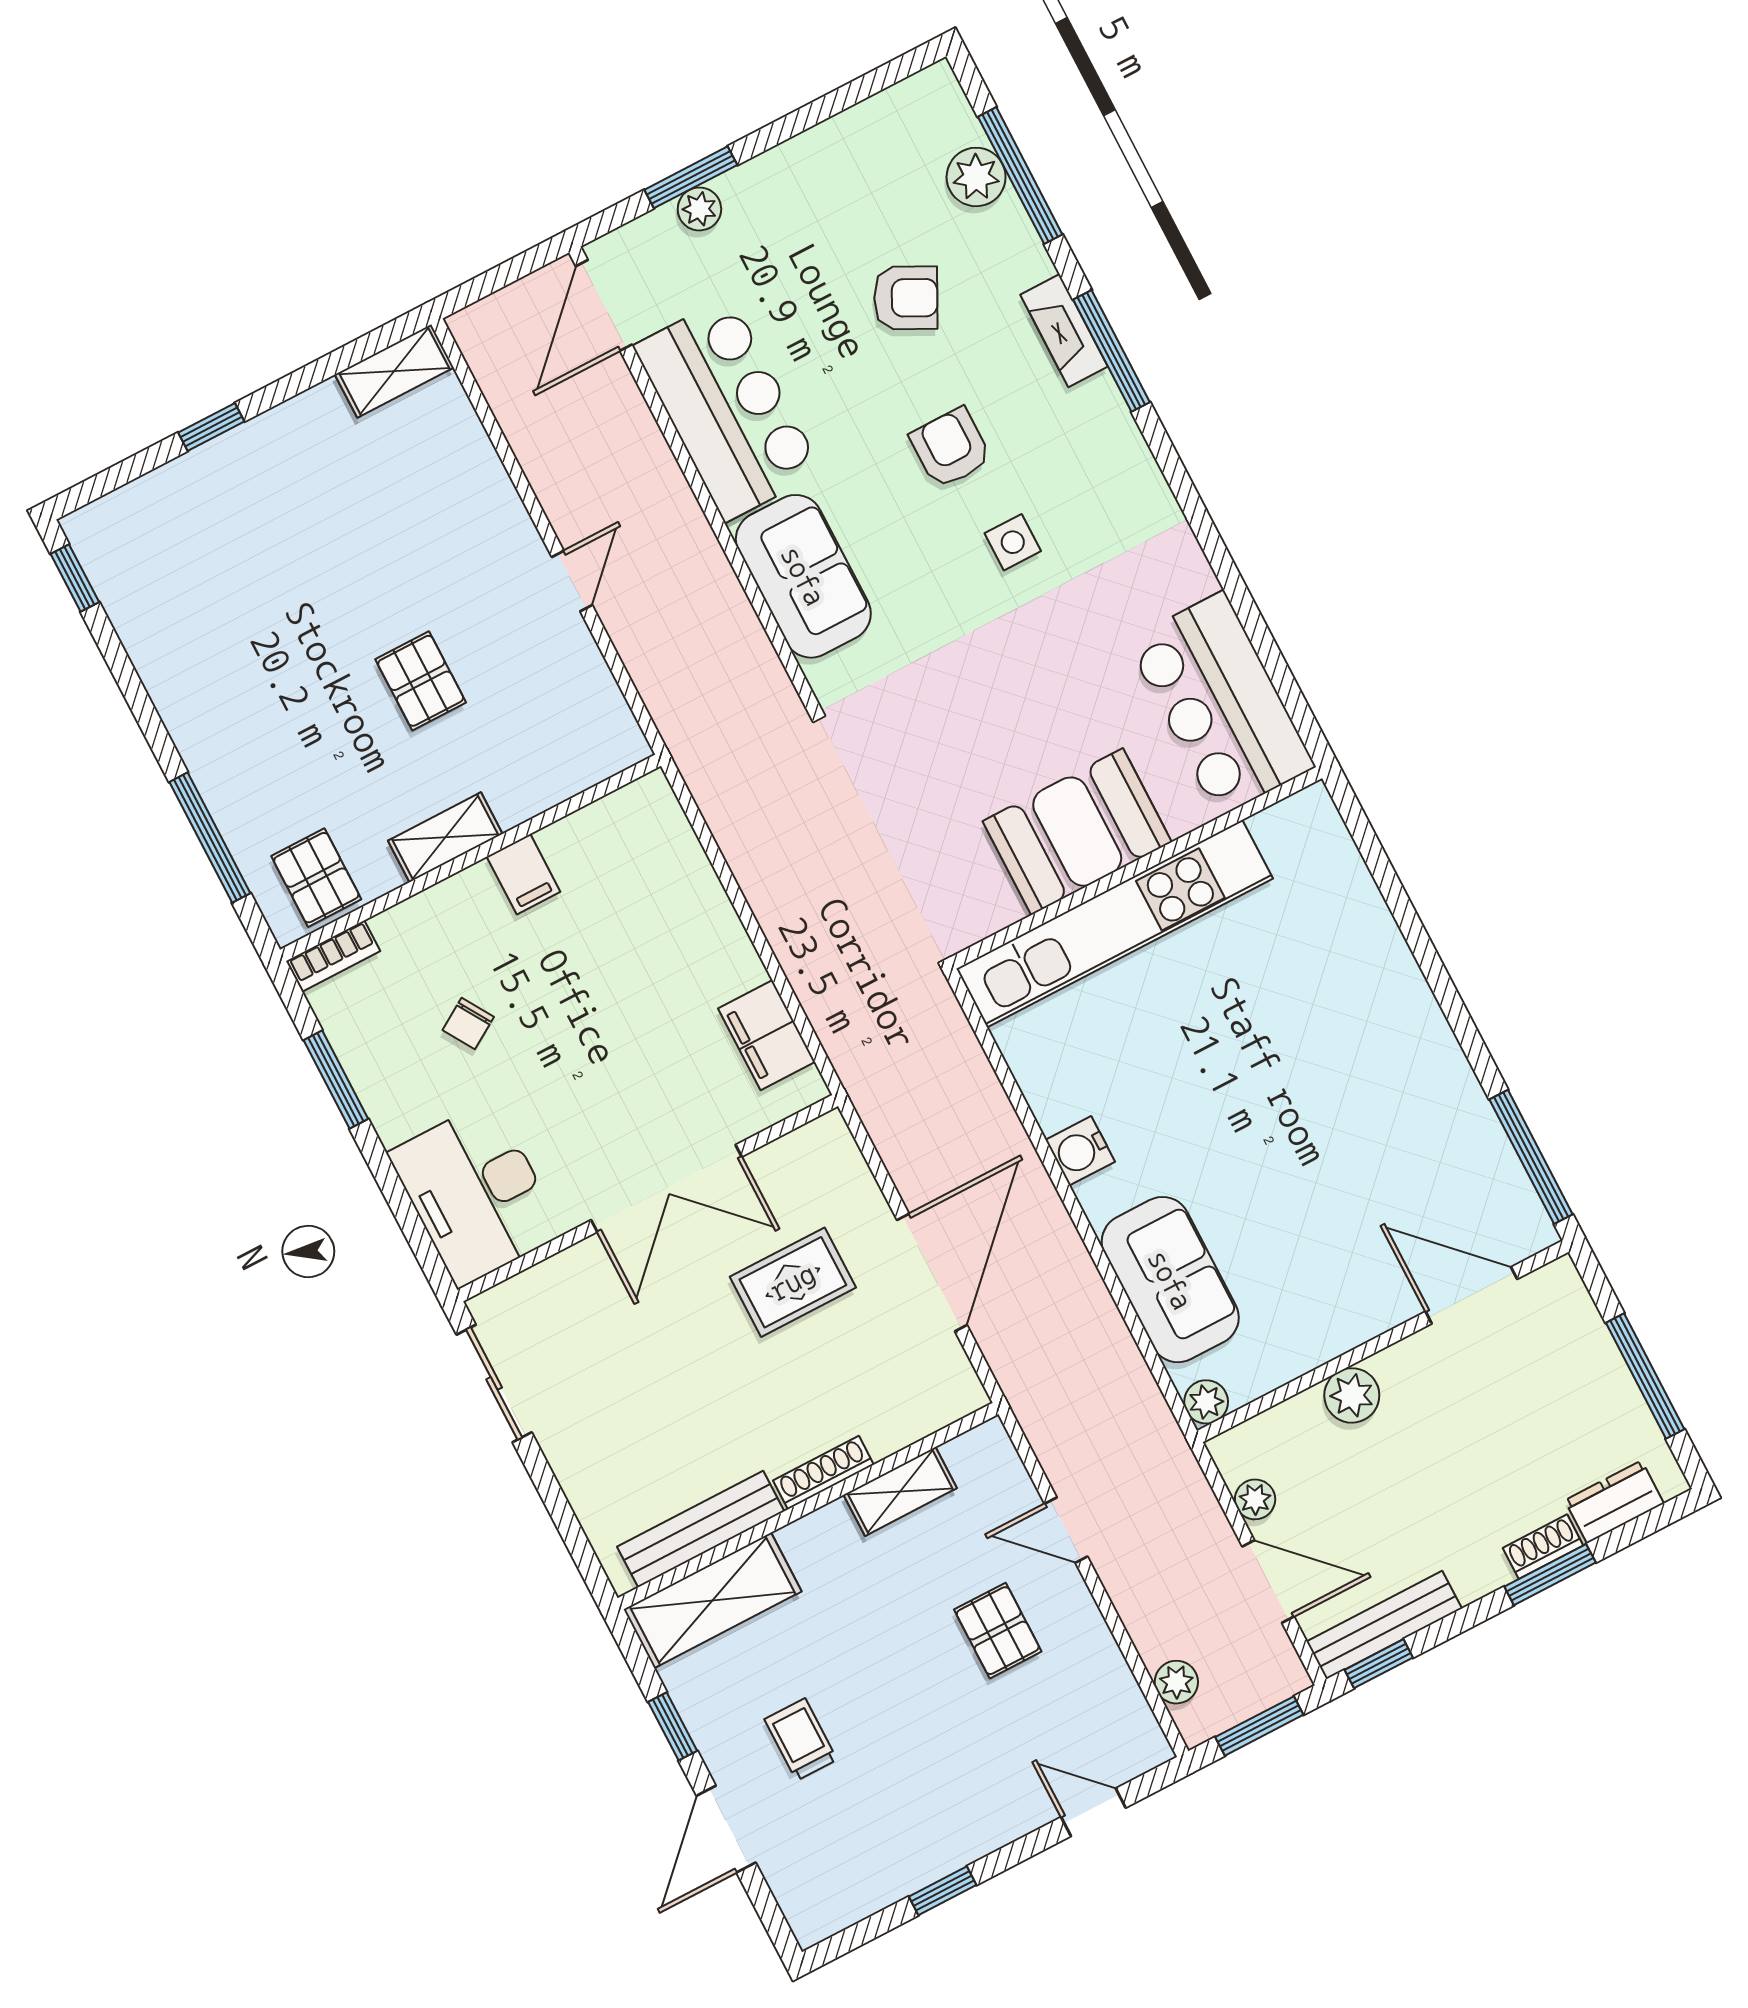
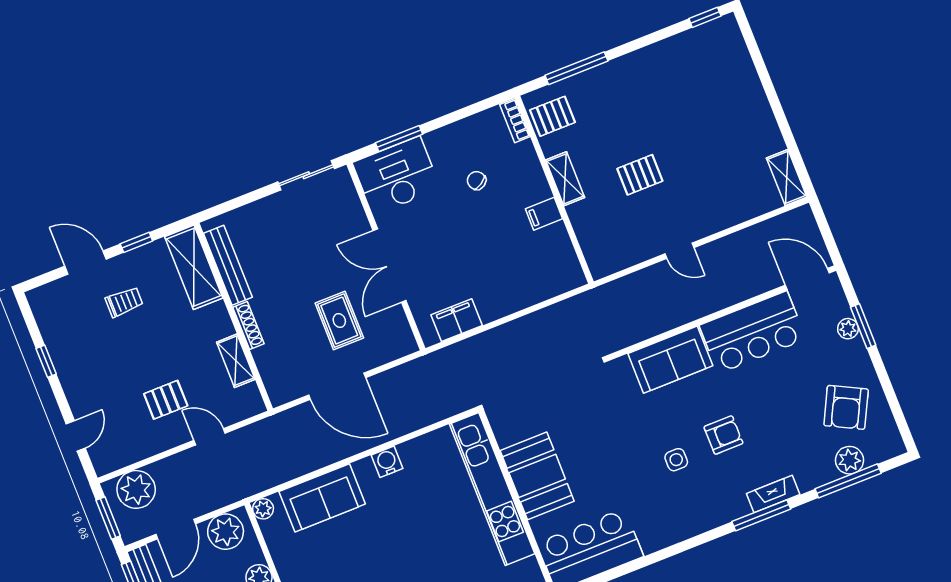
armchair: (906, 298) -> (846, 407), moved, width x1.38, depth x1.38
window: (211, 427) -> (769, 89), removed
window: (336, 1079) -> (399, 138), moved
plant: (1255, 1499) -> (226, 532), width x1.88, depth x1.88
door: (1066, 1530) -> (210, 437), hinge flipped
plant: (1176, 1682) -> (136, 489), width x1.87, depth x1.87

